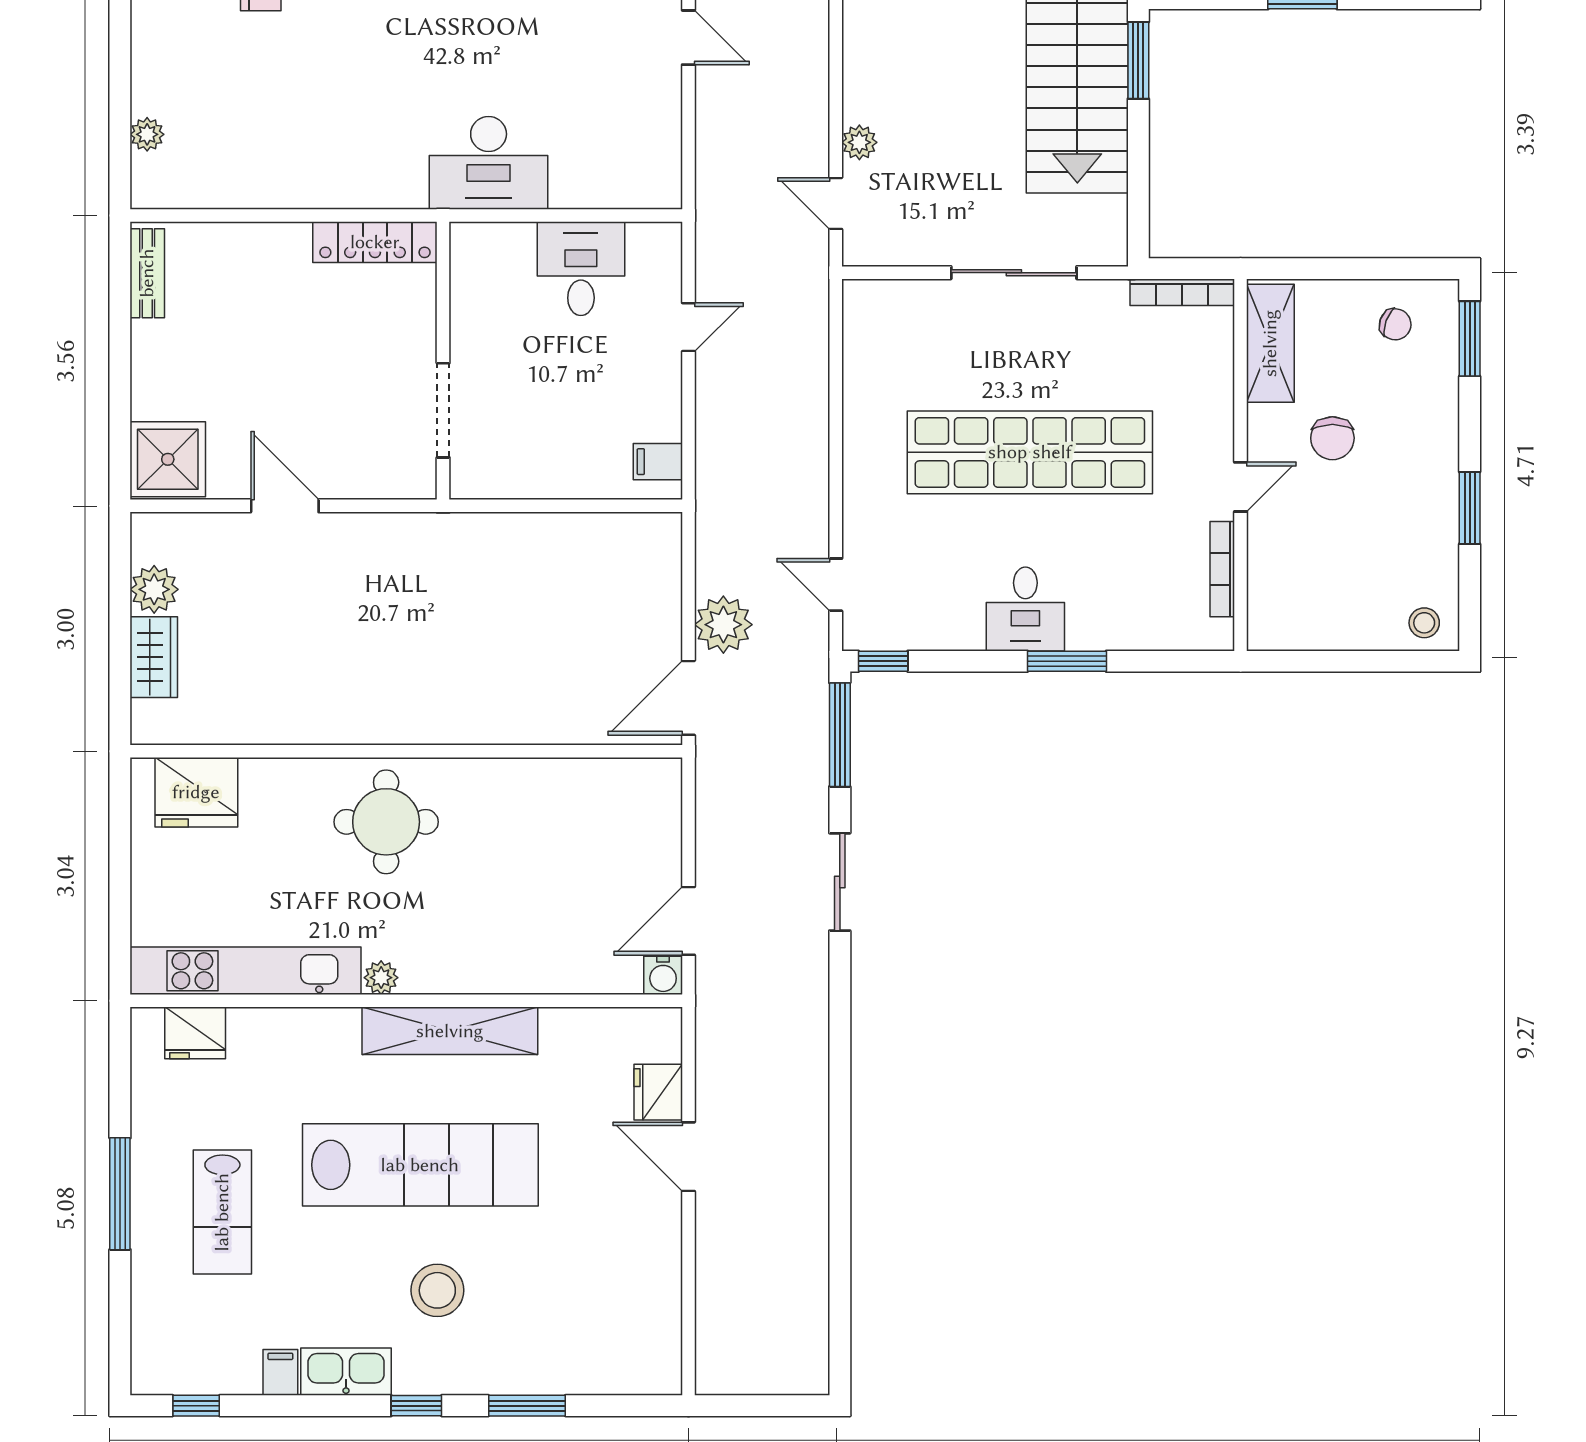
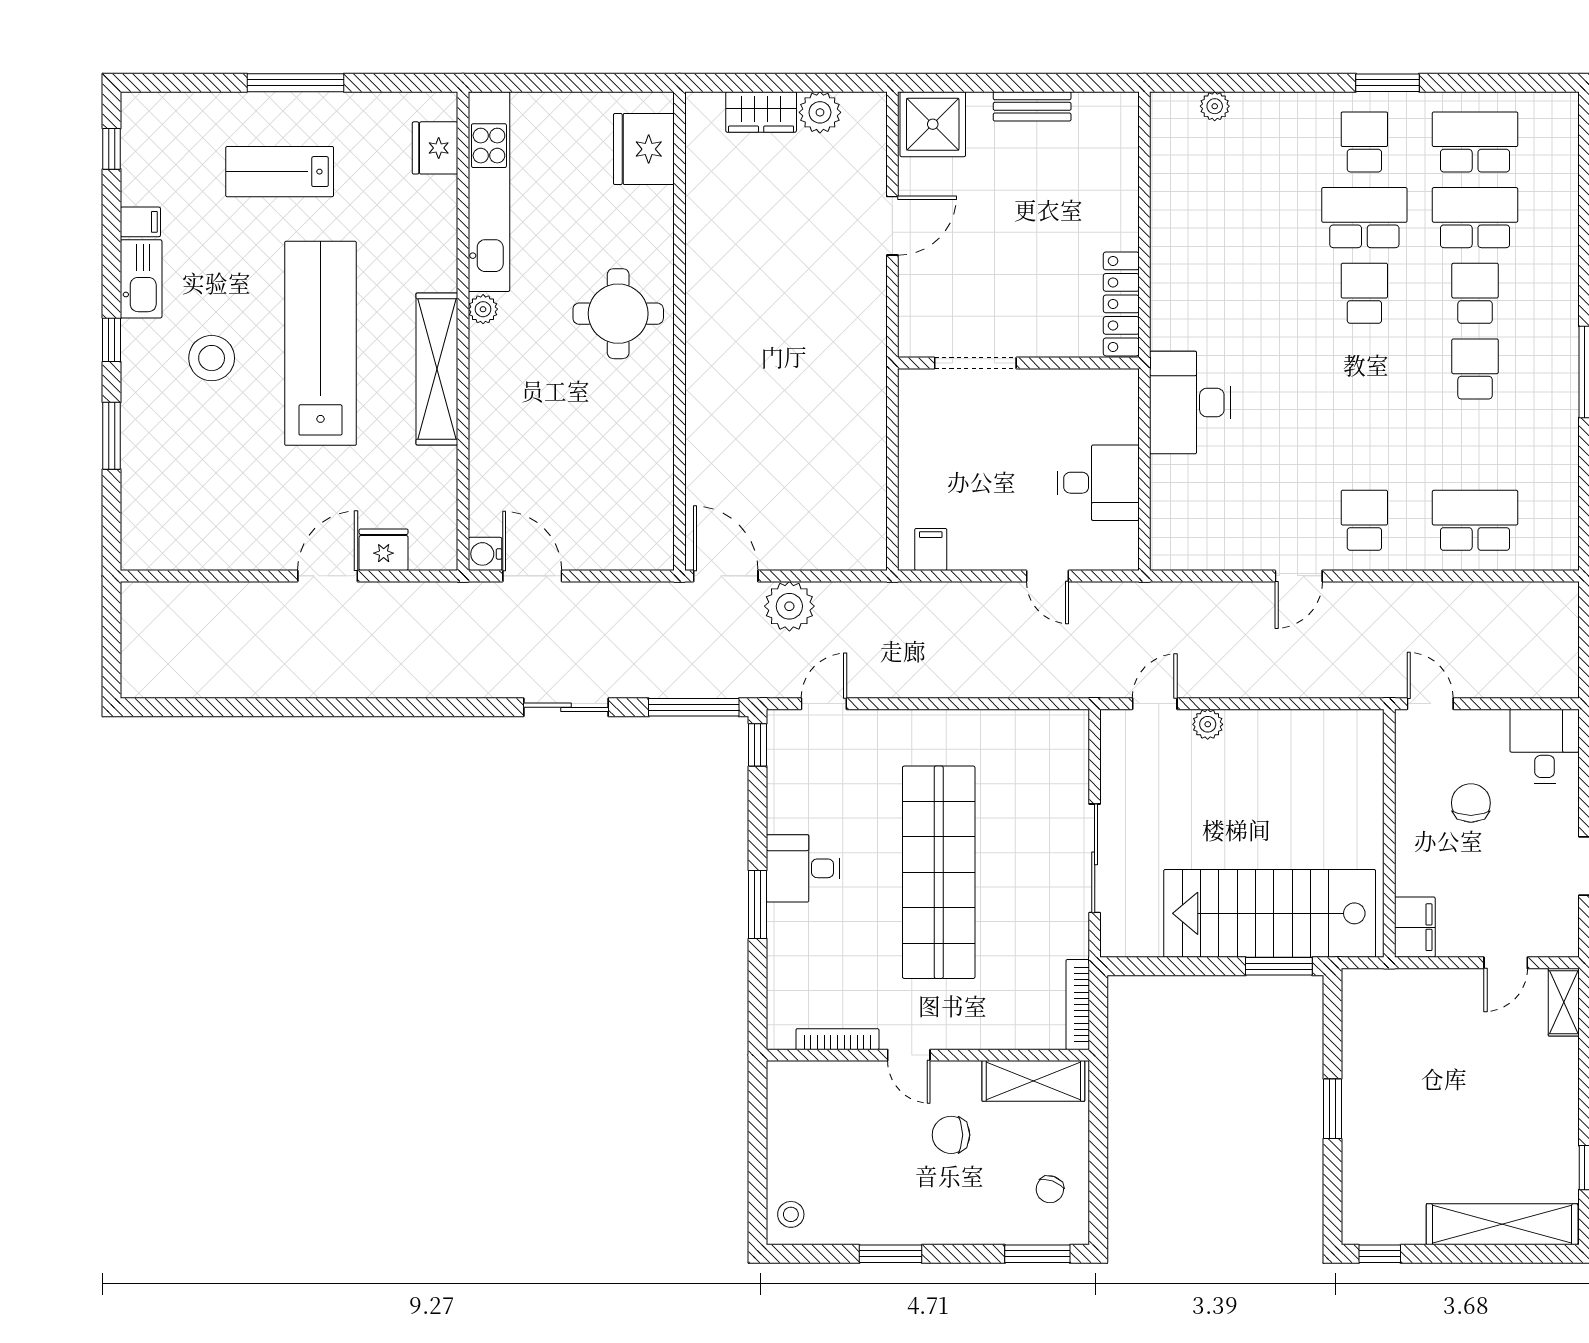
bench: (147, 273) -> (1032, 106), moved
lab bench: (420, 1165) -> (320, 343), turned 180

